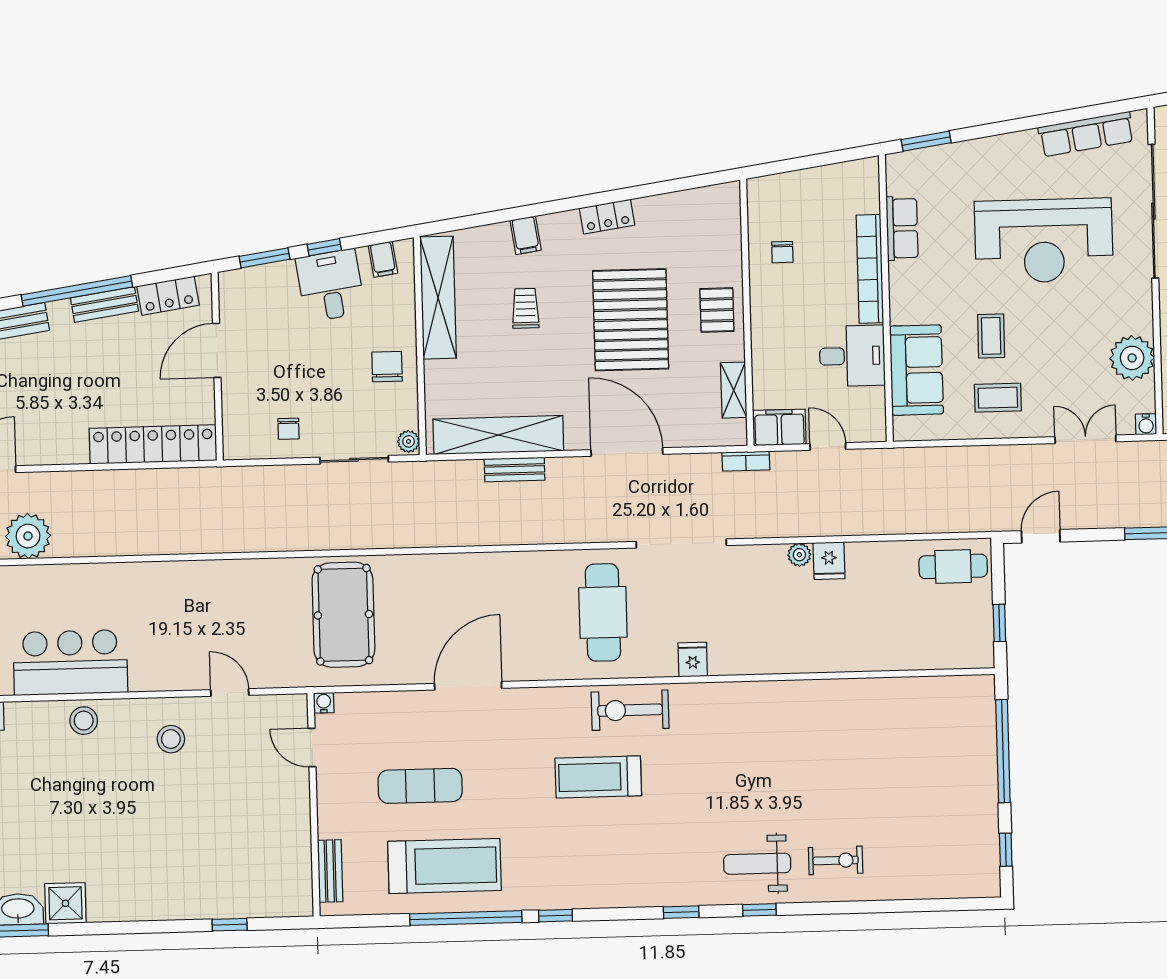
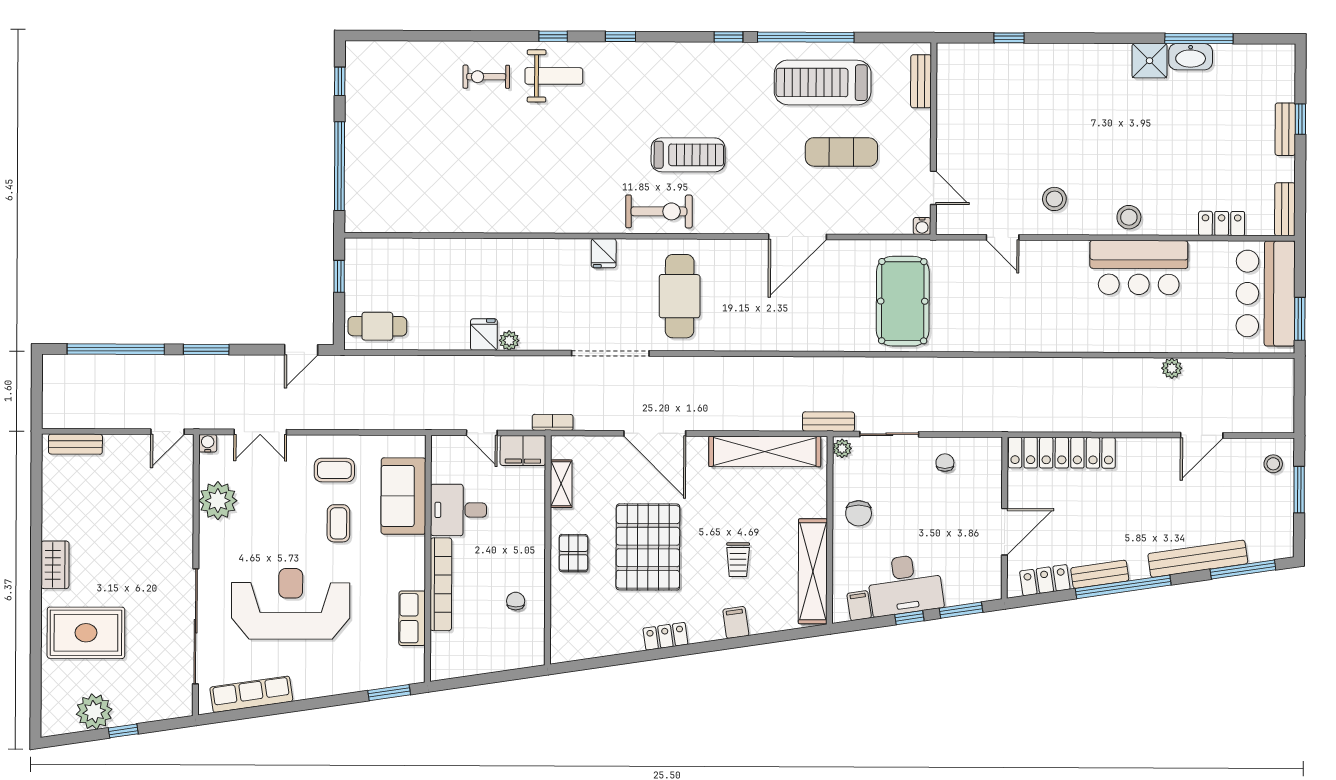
desk: (330, 285) -> (905, 585), width x1.37
bench: (515, 470) -> (829, 422), moved
plant: (28, 536) -> (1172, 368), width x0.53, depth x0.53

